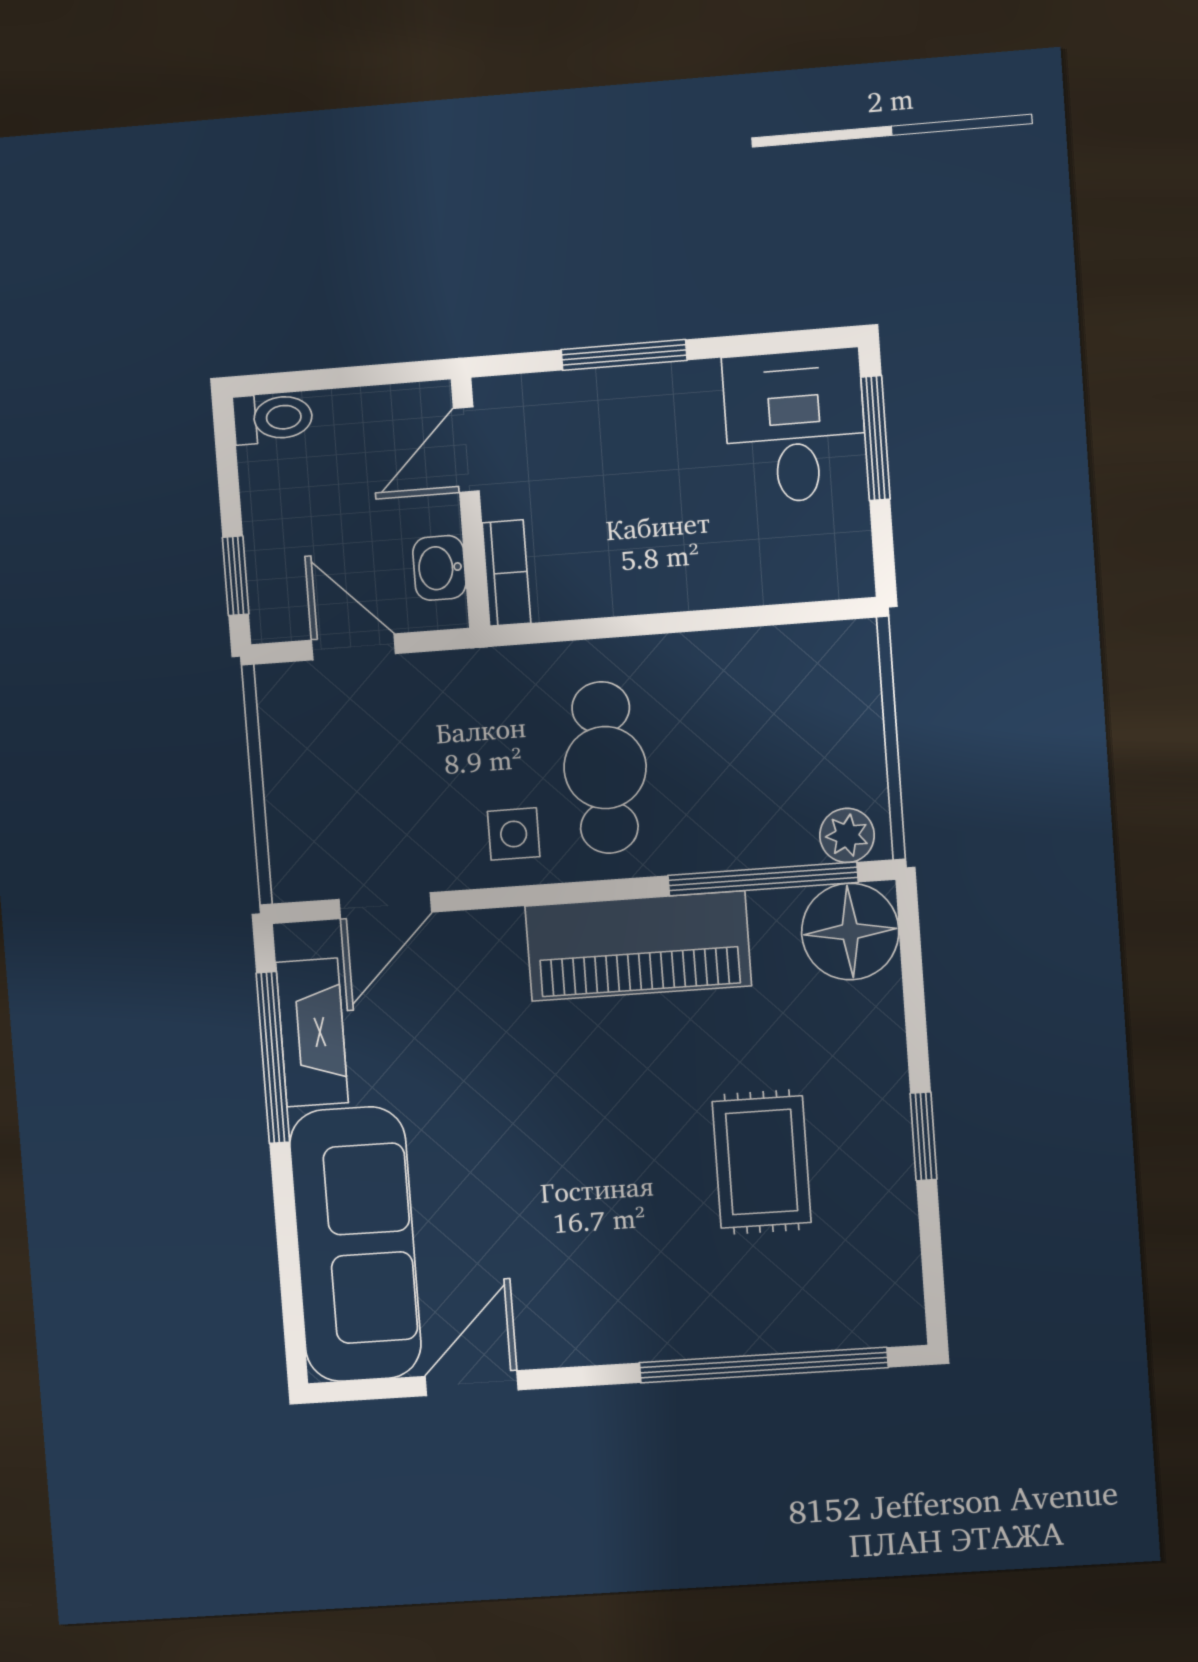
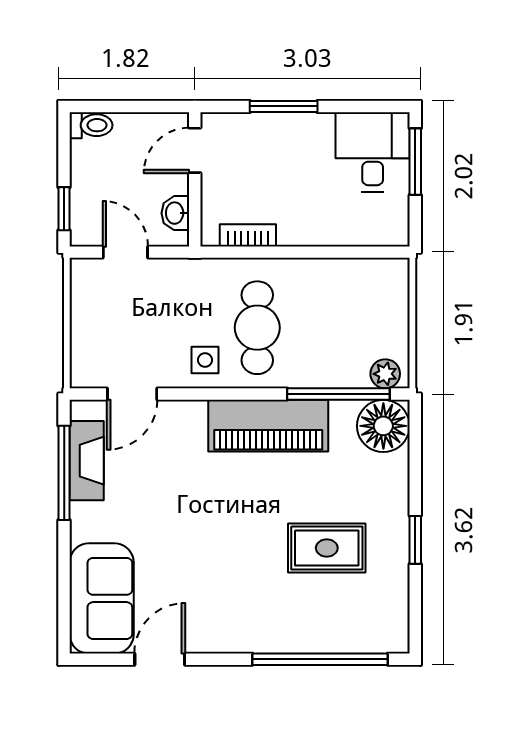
bookcase: (506, 573) -> (248, 235), moved, turned -90
rug: (762, 1162) -> (327, 548), turned 90
sofa: (355, 1244) -> (102, 598), width x0.73

